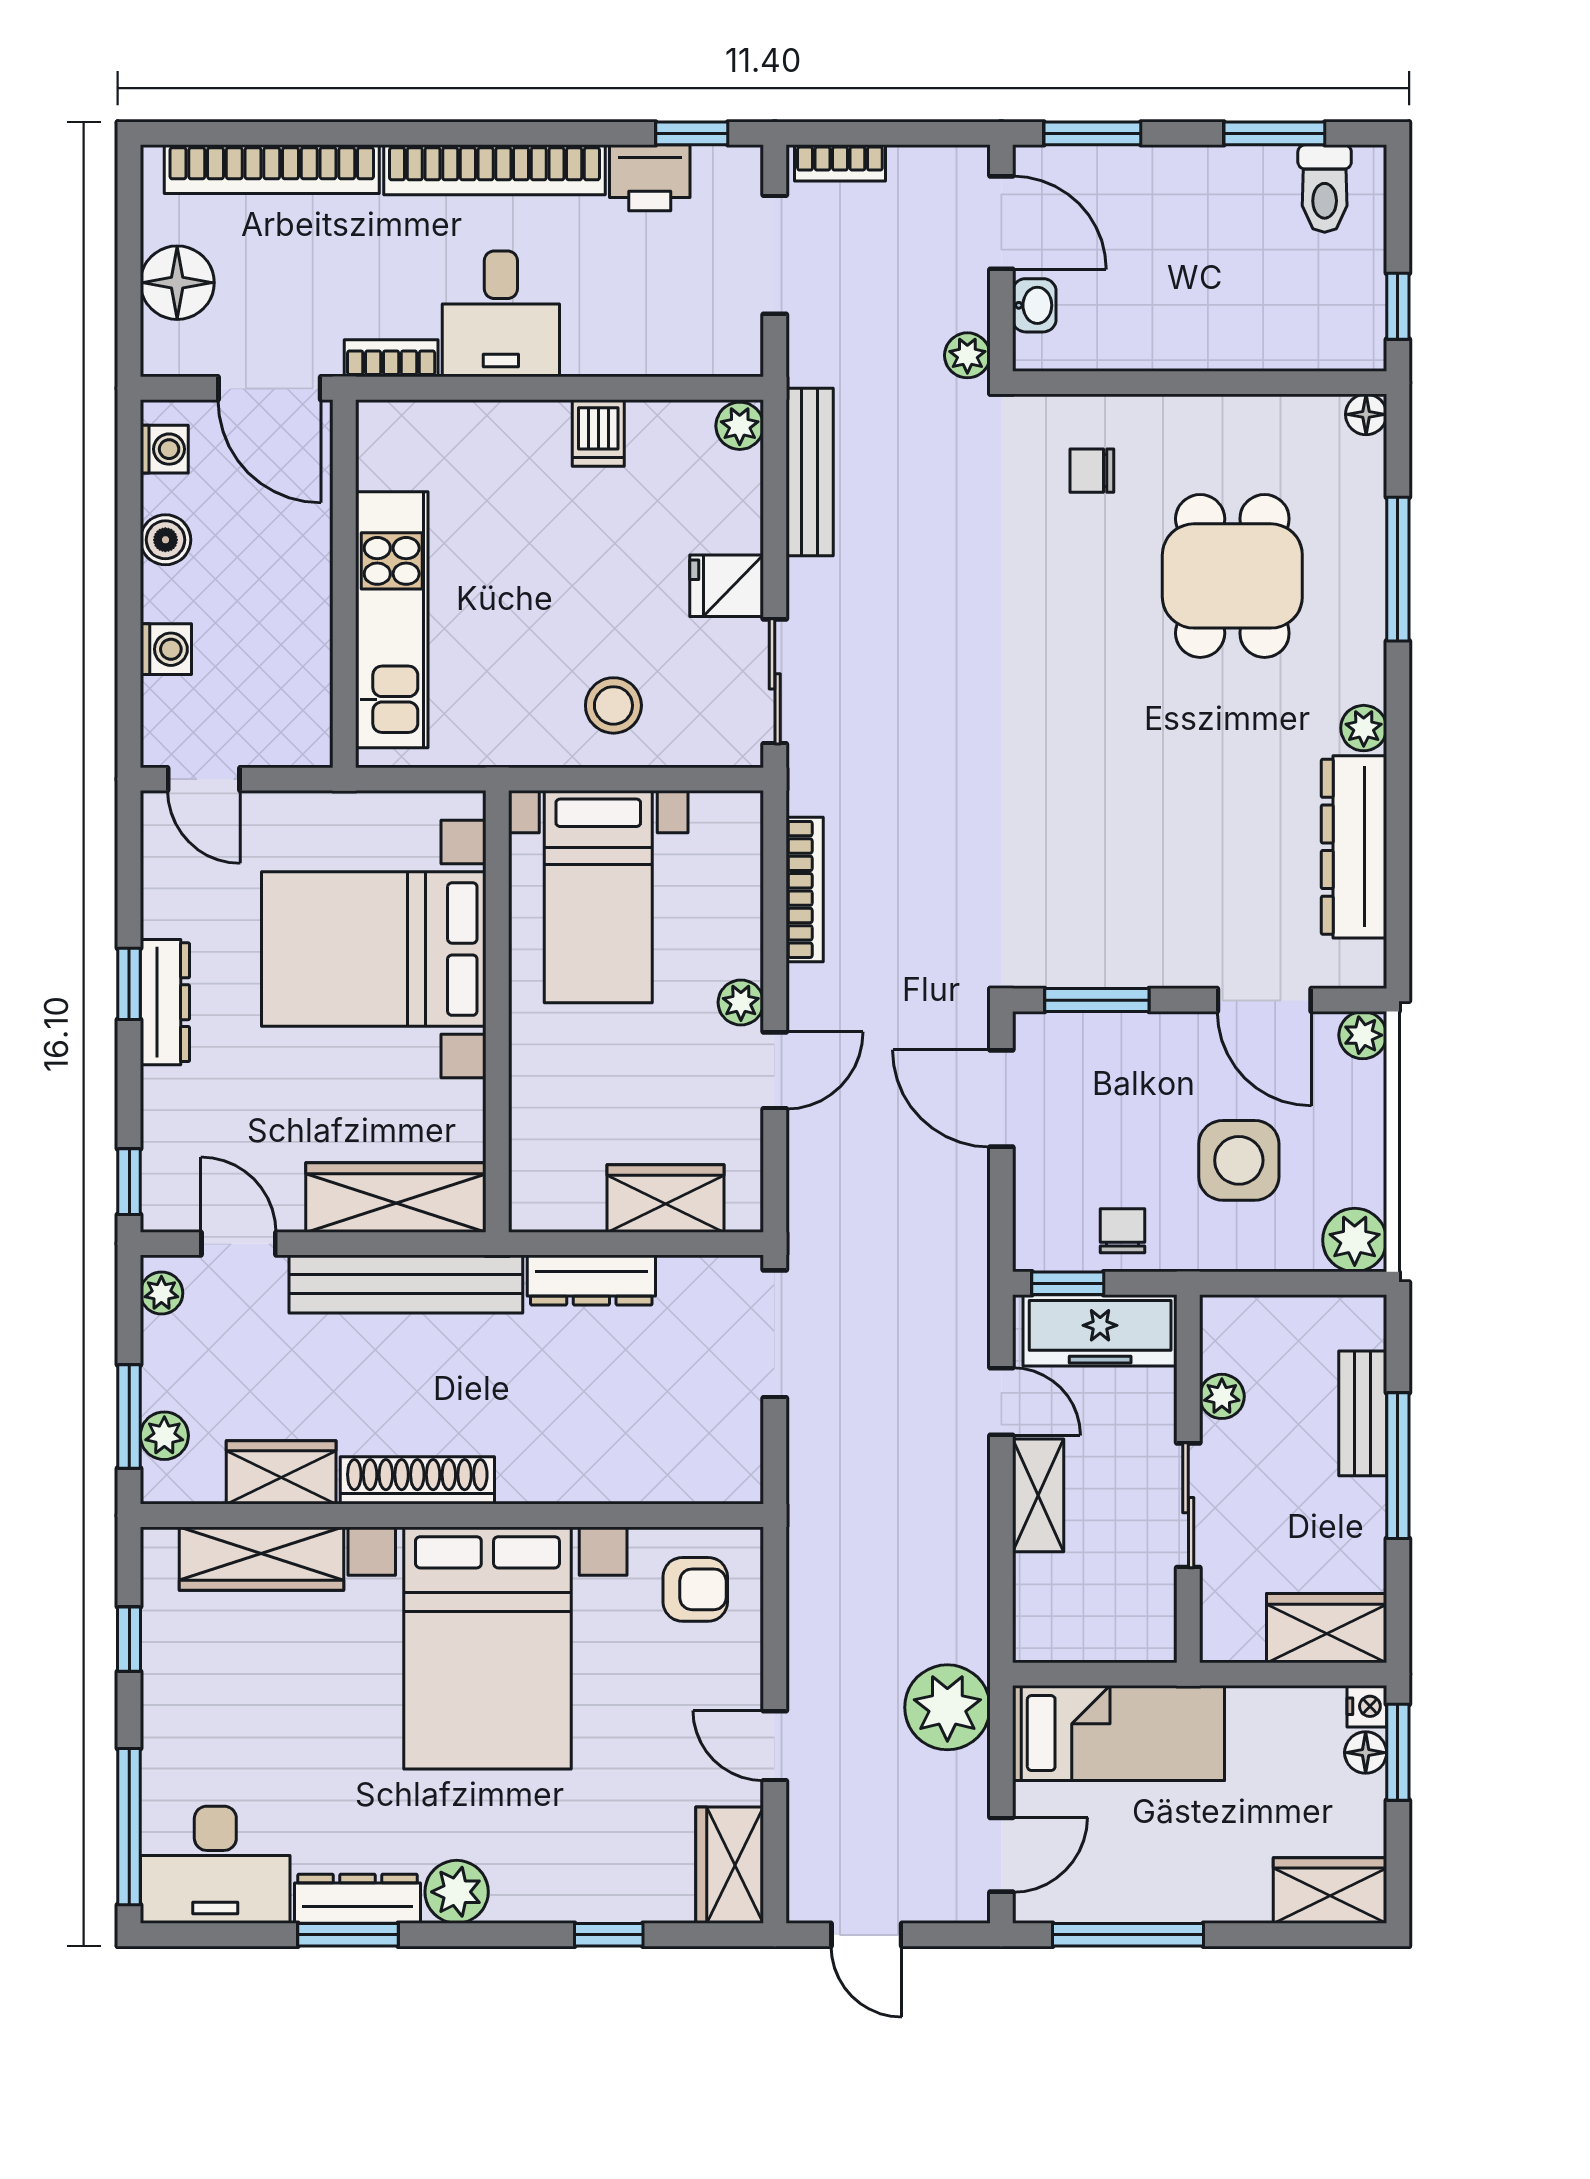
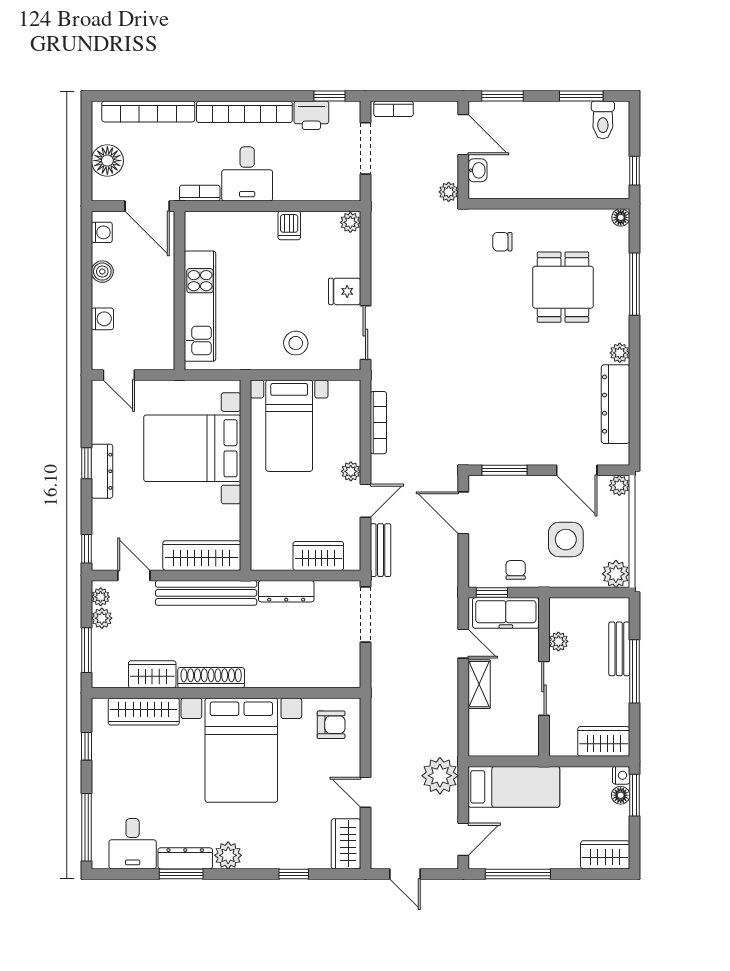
bench: (810, 472) -> (380, 550), moved, width x0.73
plant: (164, 1436) -> (102, 618), moved
desk: (215, 1865) -> (133, 844), width x0.73

